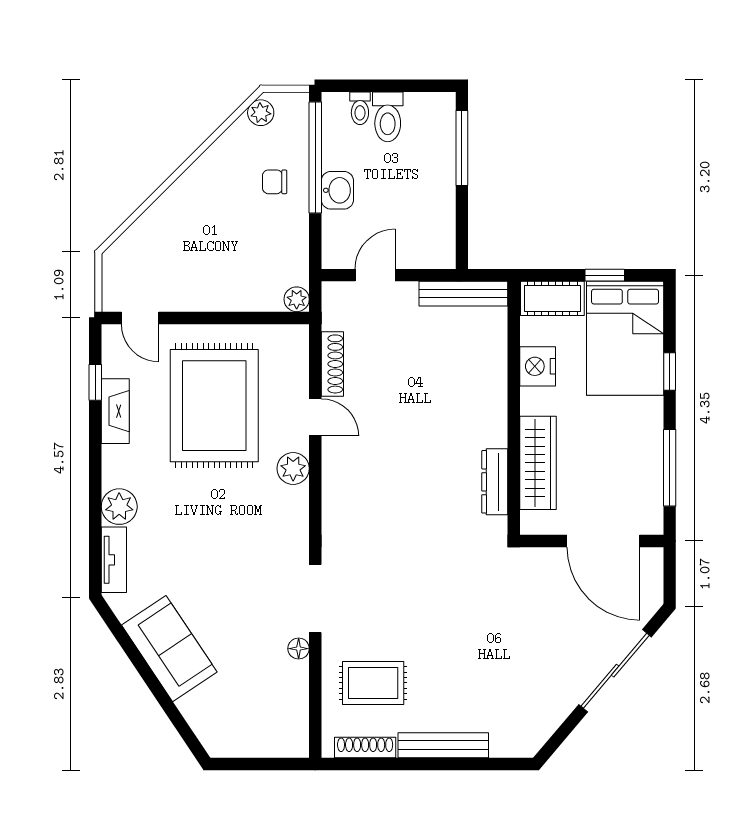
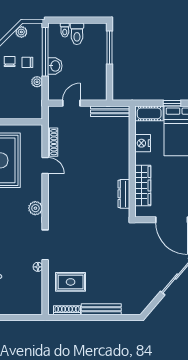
chair: (234, 180) -> (10, 61), added
plant: (297, 299) -> (37, 82), moved
plant: (293, 468) -> (35, 208), moved

